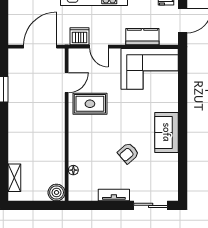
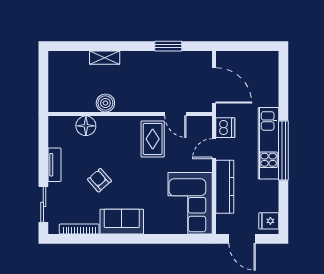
kitchen counter: (142, 37) -> (225, 187), width x1.50
floor lamp: (73, 170) -> (86, 126), width x1.89, depth x1.89
bookcase: (174, 172) -> (79, 229), added
shelving: (14, 178) -> (105, 58), moved
boiler: (57, 192) -> (105, 103), moved

